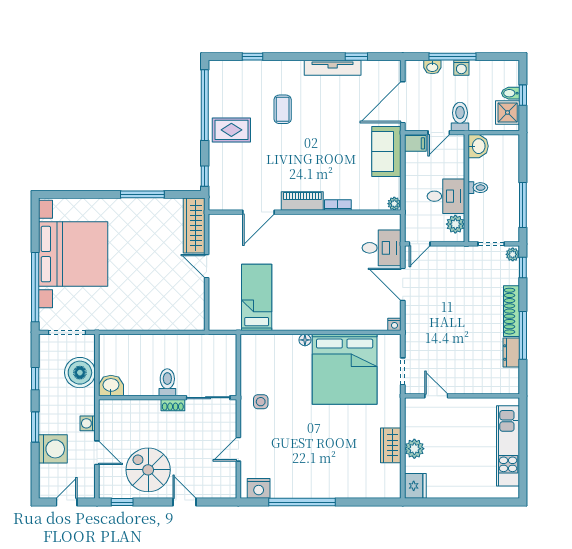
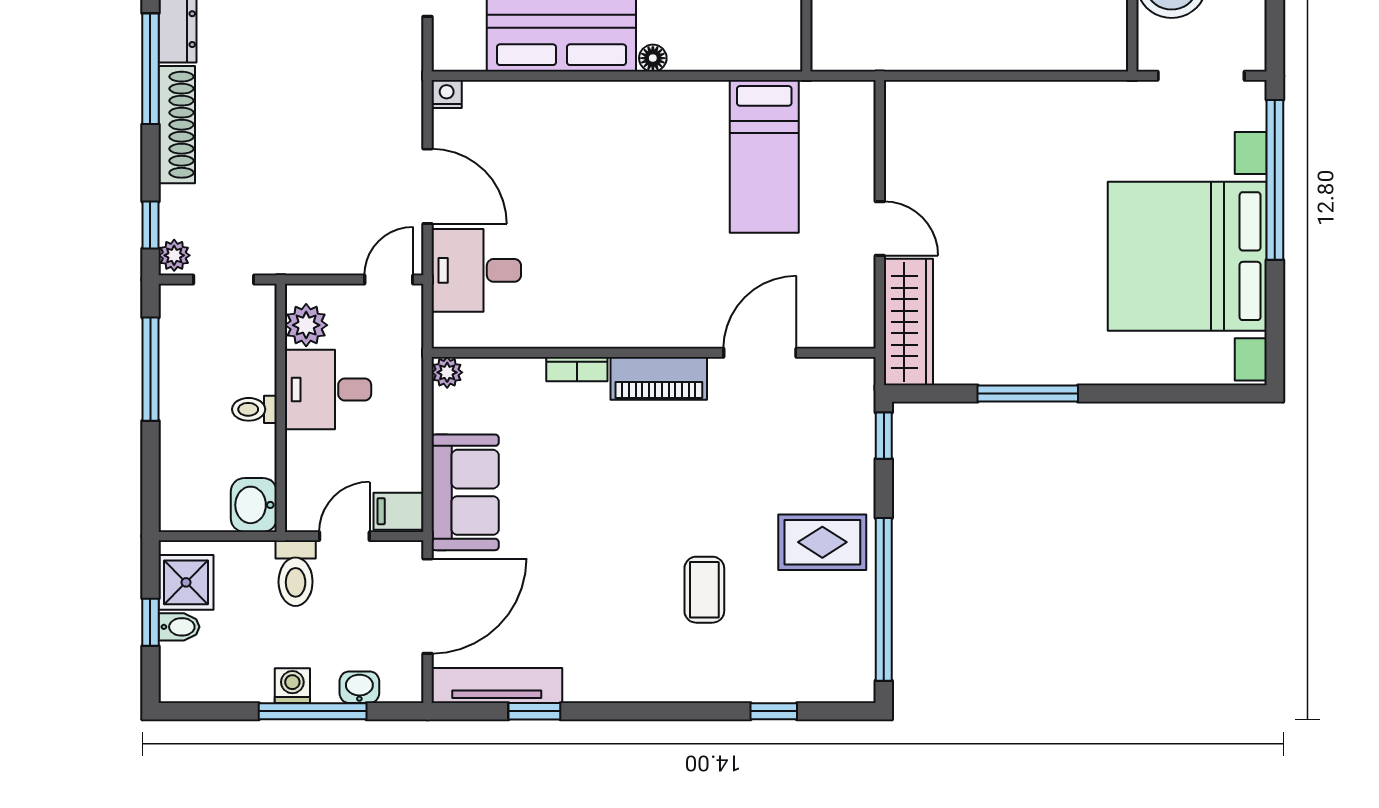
tv unit: (333, 68) -> (497, 685), moved

